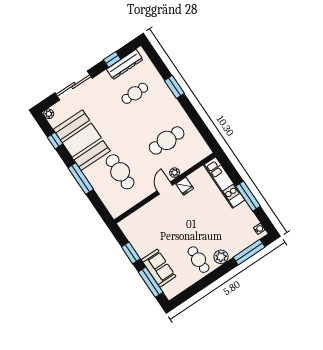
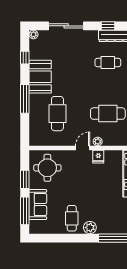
booth: (82, 140) -> (40, 77), width x0.73, depth x0.70
round table: (145, 228) -> (47, 168), added

